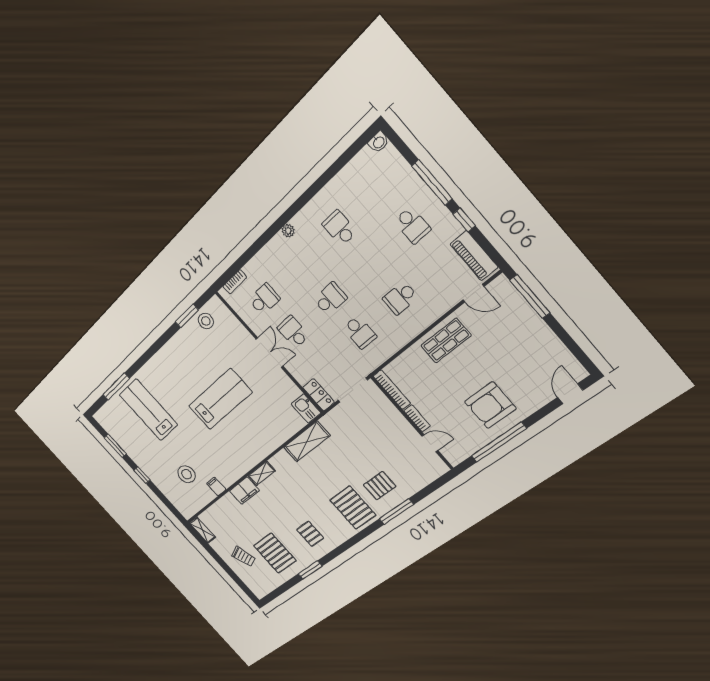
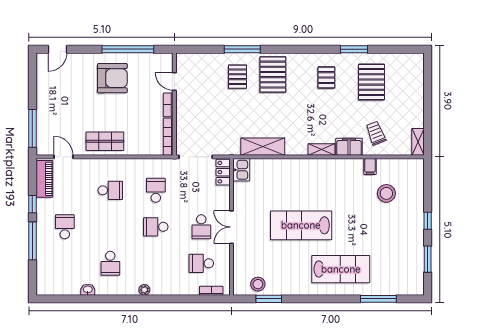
washbasin: (379, 142) -> (88, 290), moved
lab bench: (148, 410) -> (341, 269), moved, turned -90
pallet: (380, 486) -> (237, 77), turned 90
trolley: (244, 557) -> (376, 133), moved

